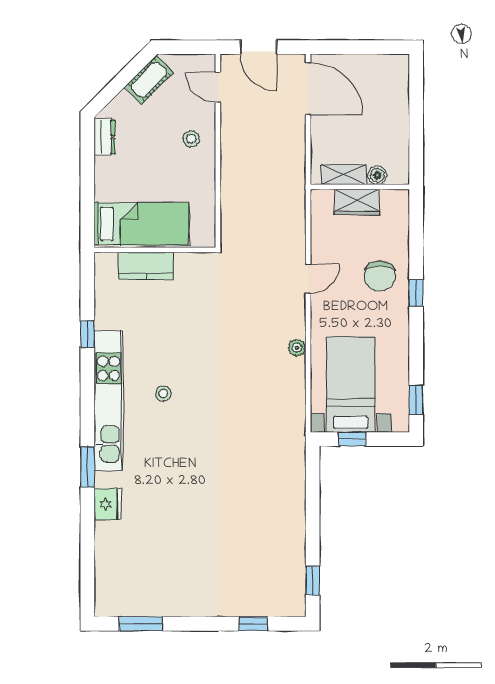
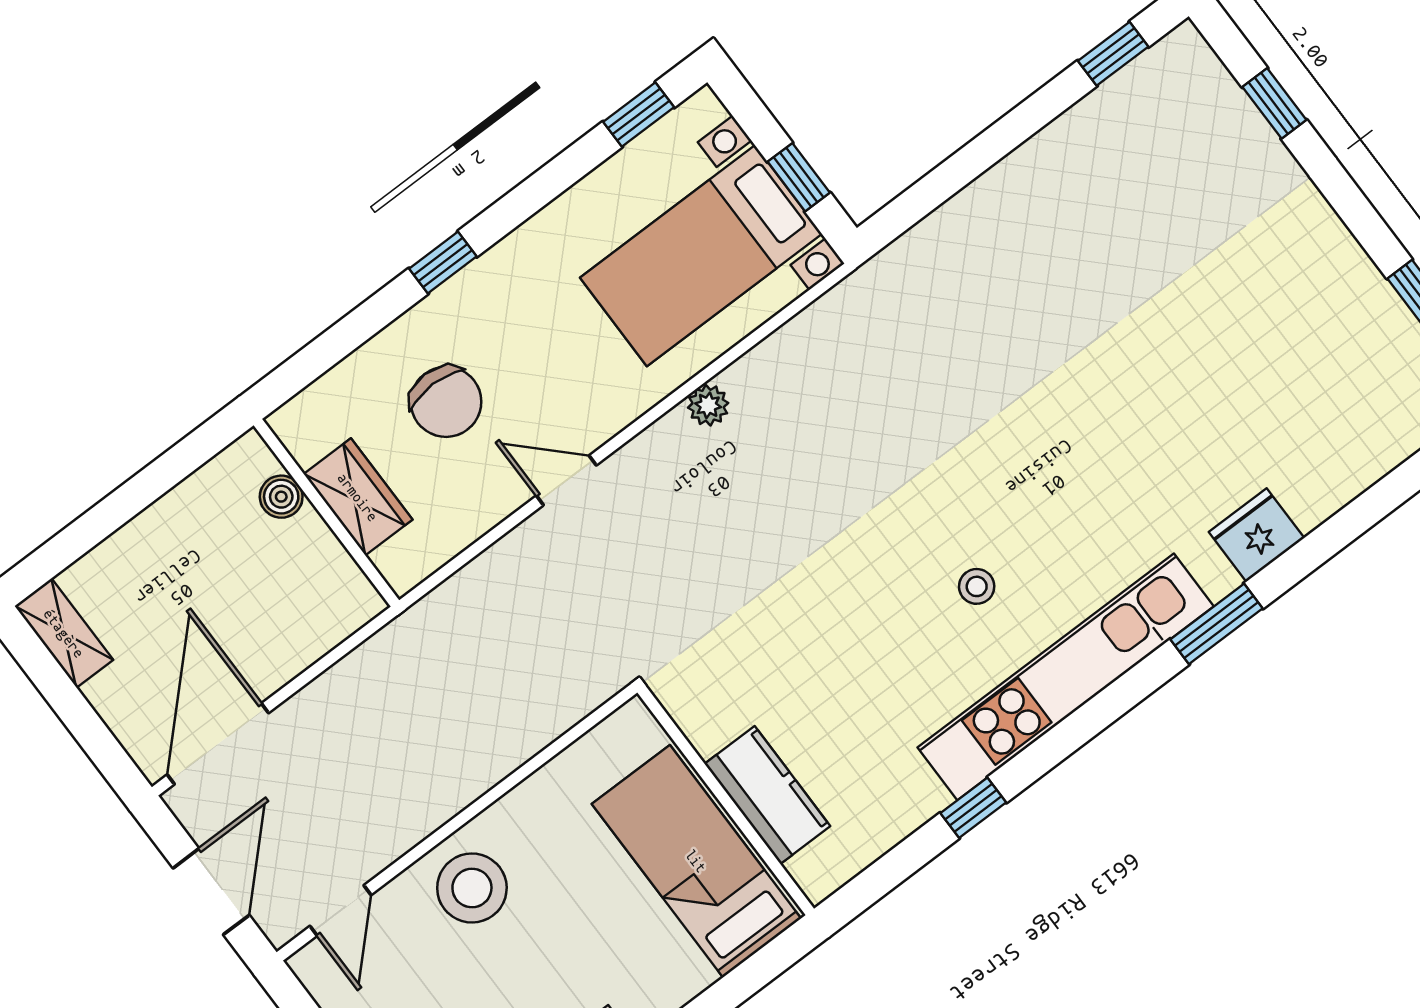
stool: (191, 139) -> (472, 888), width x1.89, depth x1.89
shelving: (344, 175) -> (64, 633), moved
chair: (380, 276) -> (446, 402), moved, turned 90

